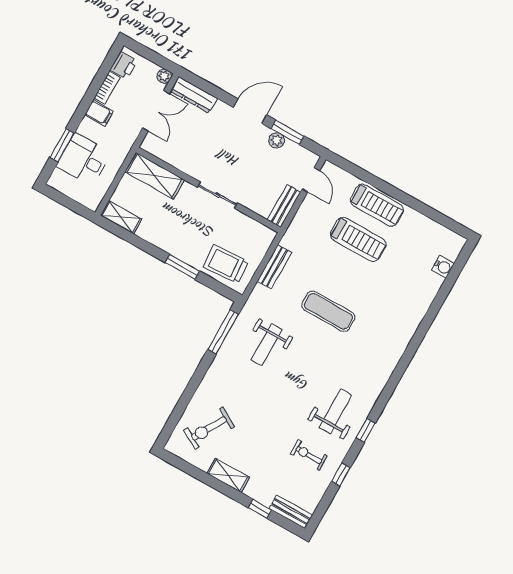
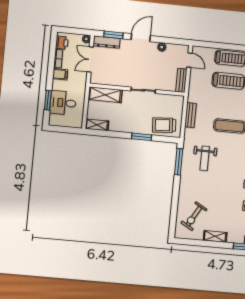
double door: (156, 111) -> (90, 60), swing flipped
window: (287, 132) -> (113, 35), moved

